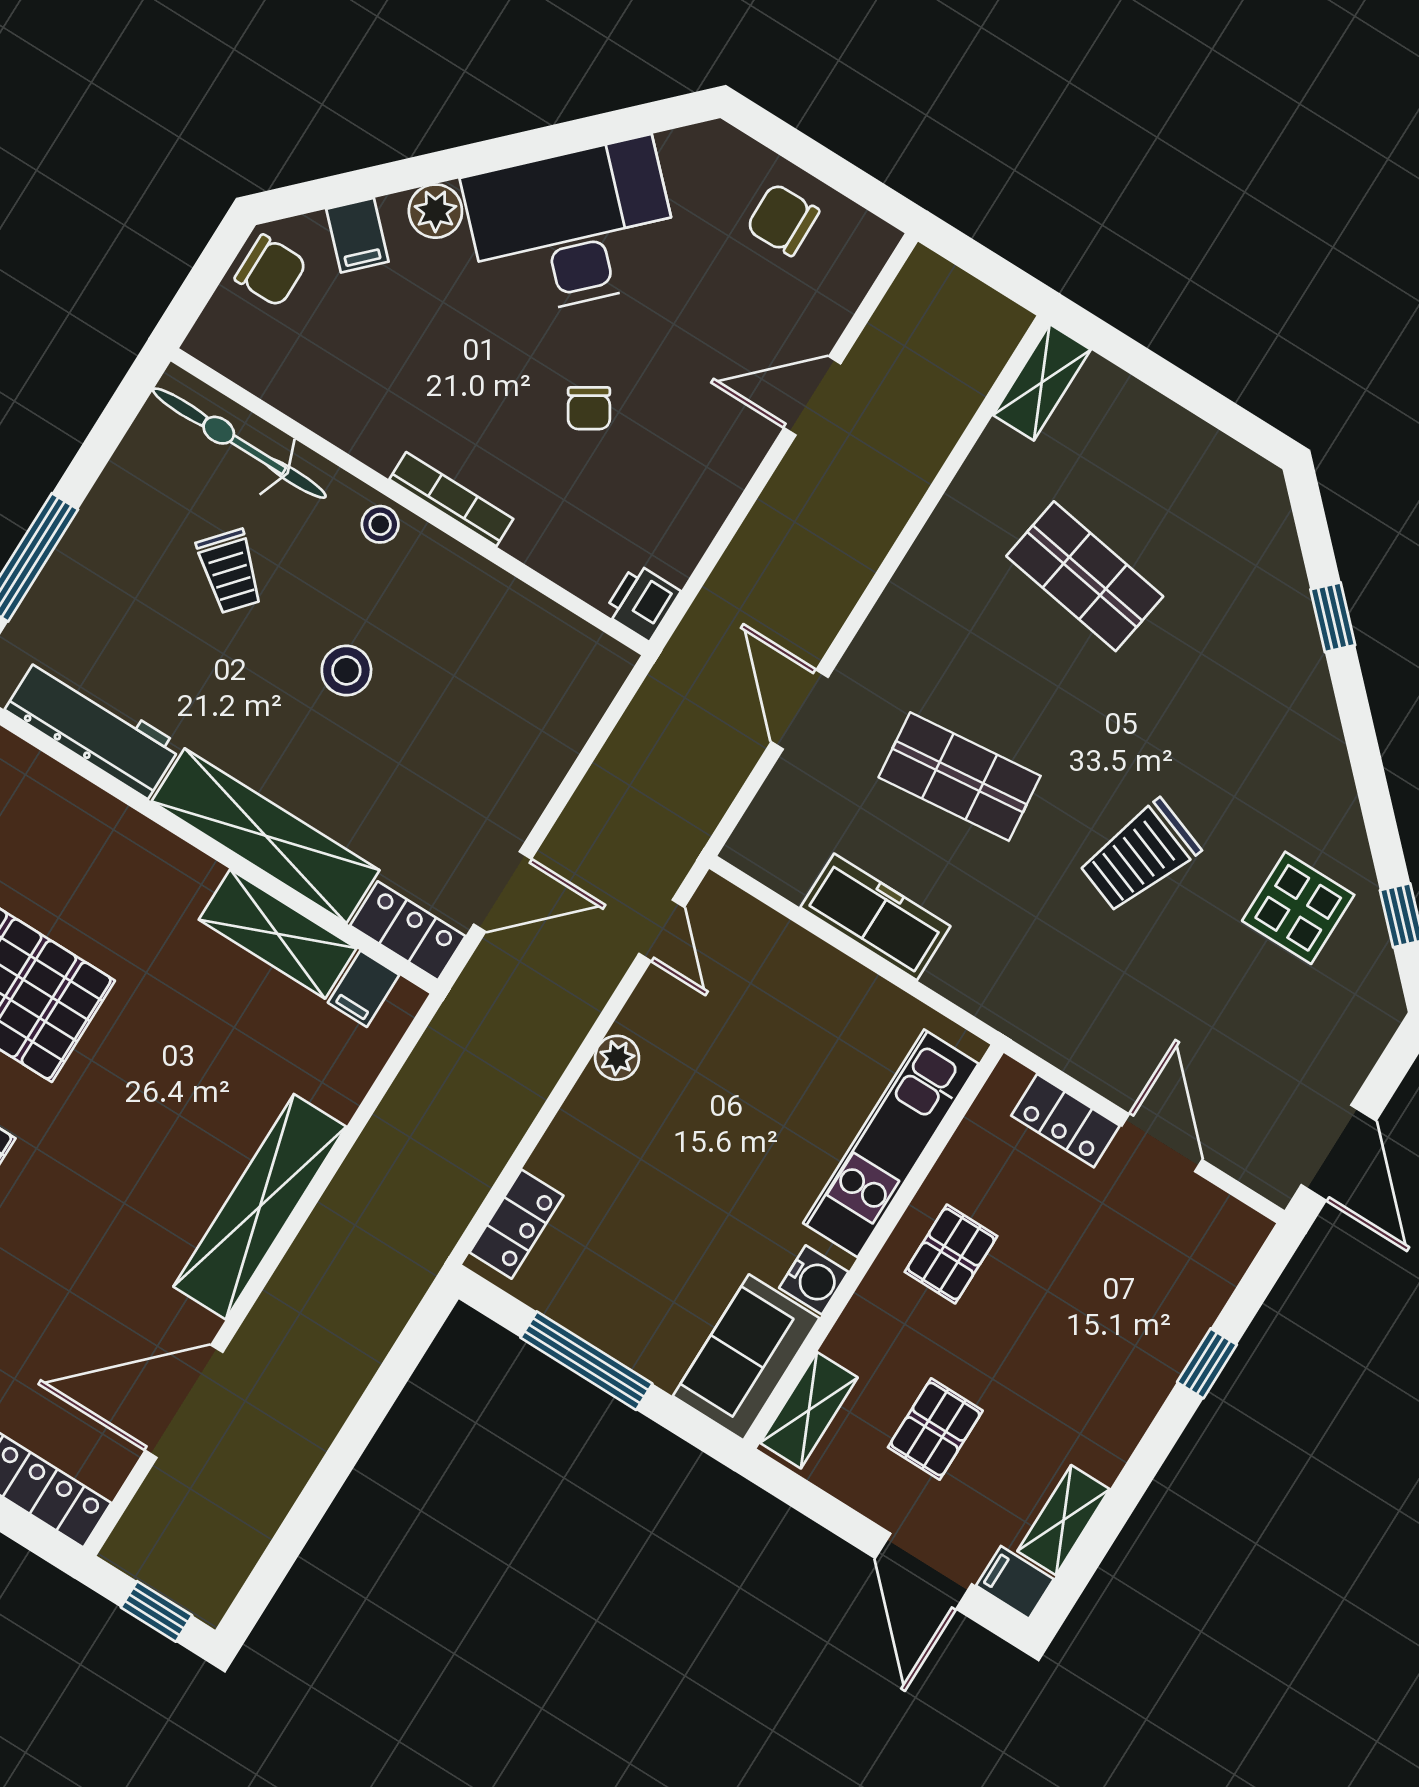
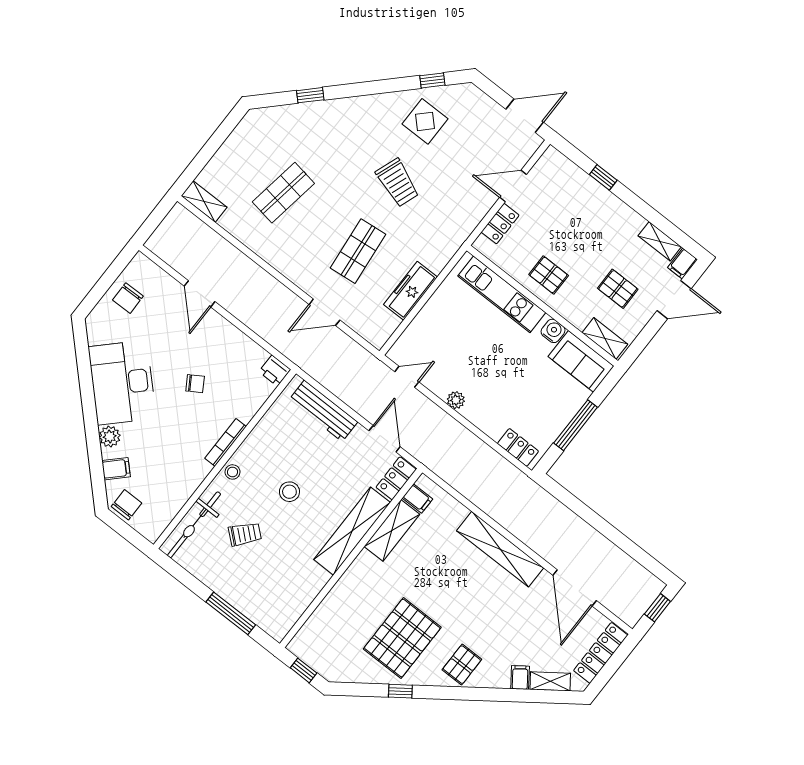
workbench: (93, 728) -> (323, 411), moved, turned -90

